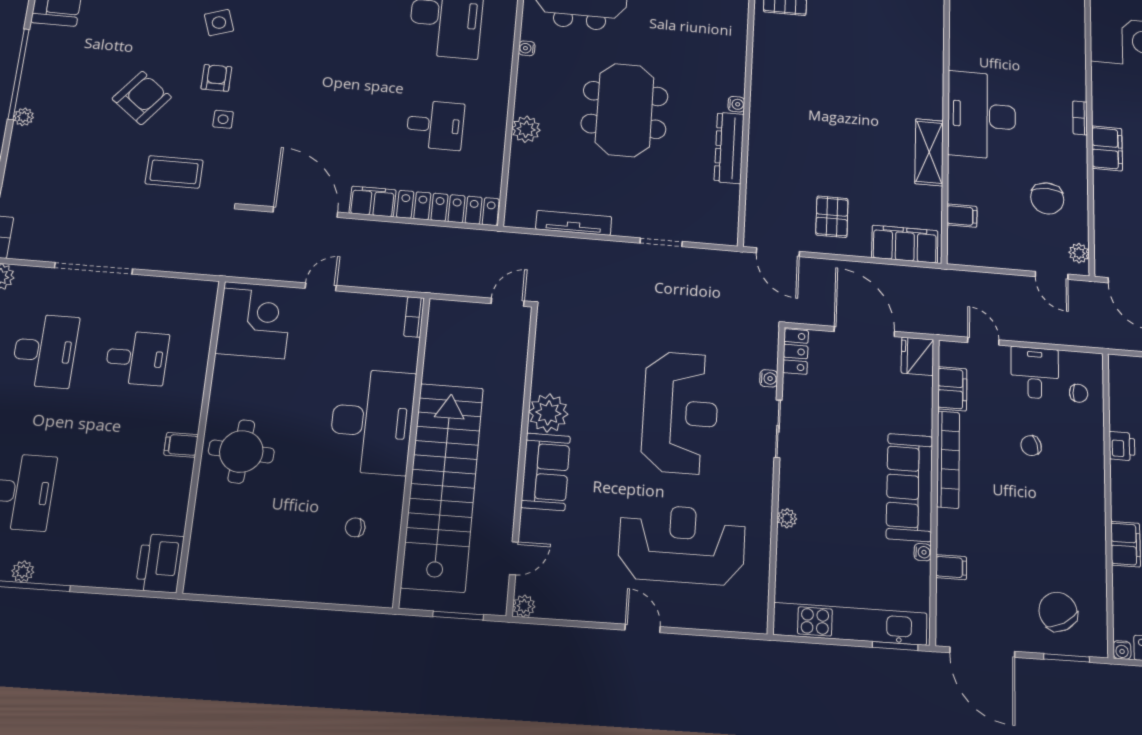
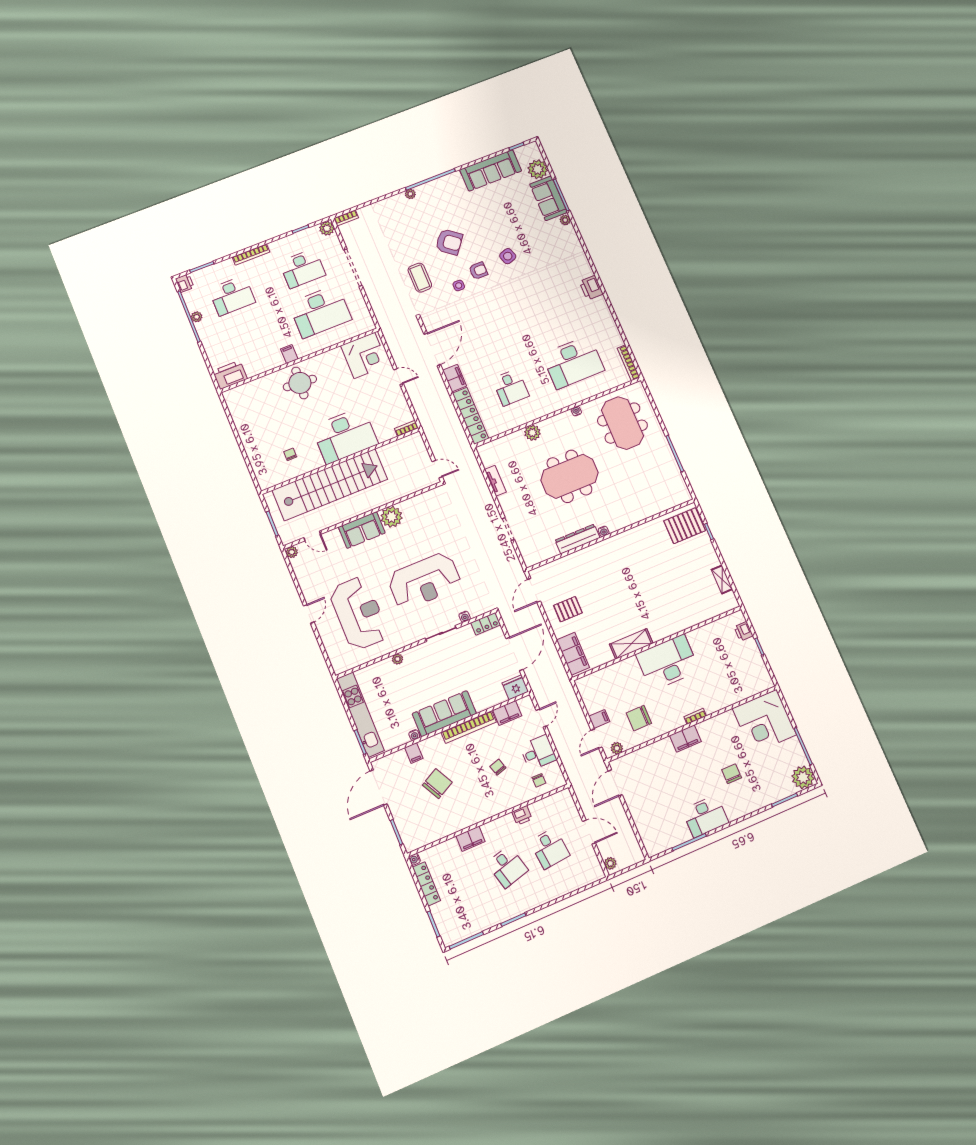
filing cabinet: (962, 216) -> (599, 719), moved, turned -90
tv unit: (574, 223) -> (495, 481), width x0.71
desk: (137, 358) -> (320, 311), width x1.87, depth x1.30
chair: (1058, 612) -> (437, 784), moved

